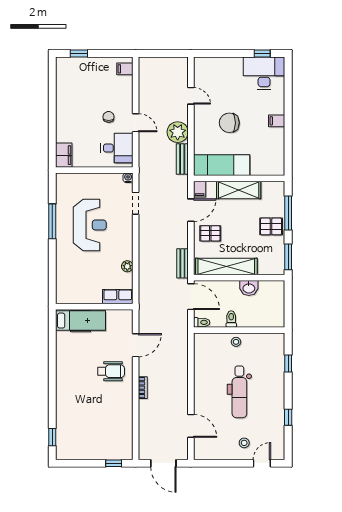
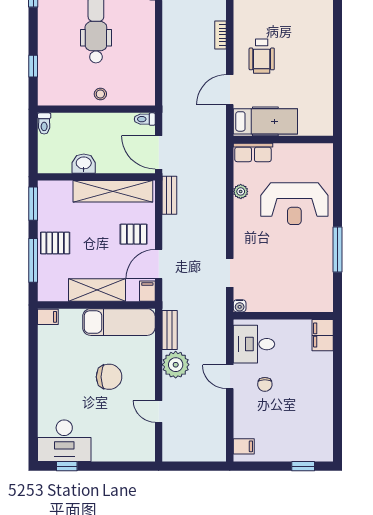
filing cabinet: (277, 121) -> (48, 317), moved
reception desk: (90, 225) -> (294, 204), moved, turned -90
toilet: (231, 319) -> (44, 123), moved
hospital bed: (80, 321) -> (265, 121), moved, turned 180
wheelchair: (111, 371) -> (262, 56), turned -90

